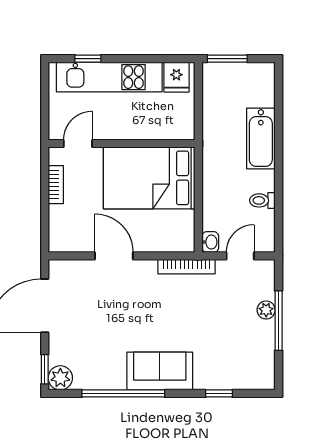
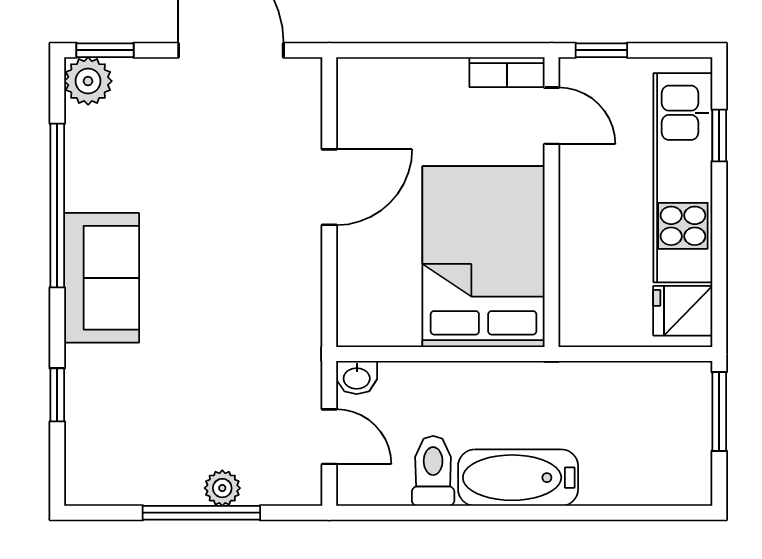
window: (45, 118) -> (601, 50), added
bathtub: (261, 138) -> (518, 478), moved
bookcase: (56, 185) -> (507, 72), moved
toilet: (262, 200) -> (433, 471), width x1.37, depth x1.39
bookcase: (186, 267) -> (308, 331), removed

